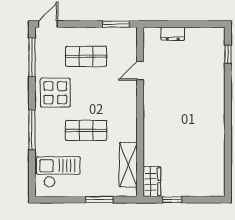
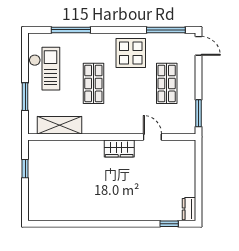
dresser: (173, 34) -> (189, 209), moved
window: (32, 130) -> (71, 30), moved
checkout: (58, 172) -> (44, 69), moved
wardrobe: (152, 182) -> (119, 149), moved

